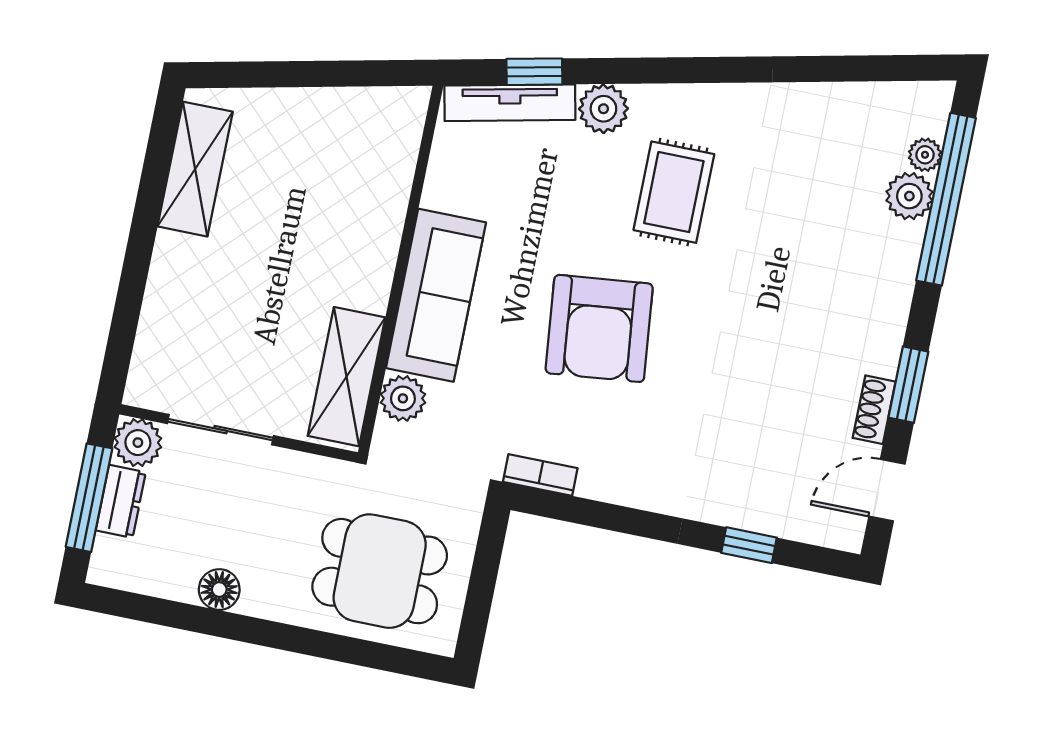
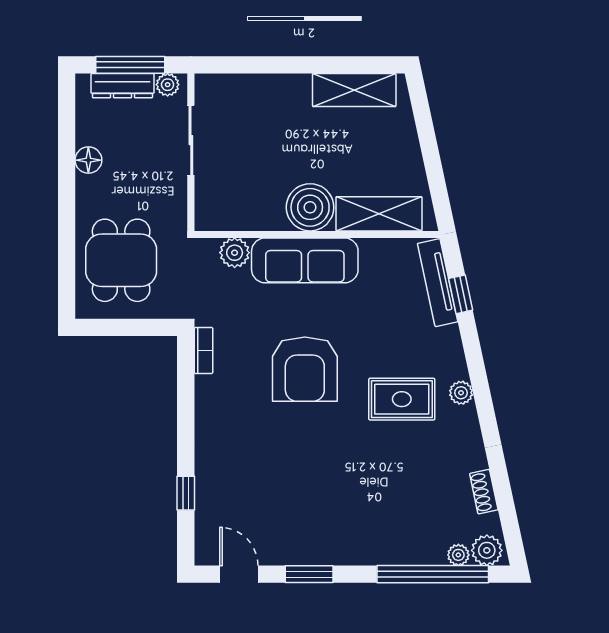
plant: (603, 109) -> (461, 393), moved, width x0.73, depth x0.73
plant: (909, 196) -> (487, 550), moved
boiler: (358, 271) -> (310, 207), added
armchair: (599, 328) -> (305, 369), turned -84
shelving: (347, 377) -> (379, 214), moved
shoe rack: (874, 410) -> (484, 492), moved, turned -102
plant: (138, 443) -> (168, 85), width x0.73, depth x0.73
dresser: (121, 501) -> (122, 86), width x1.44

